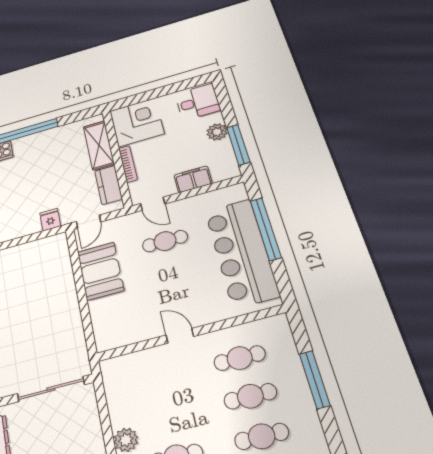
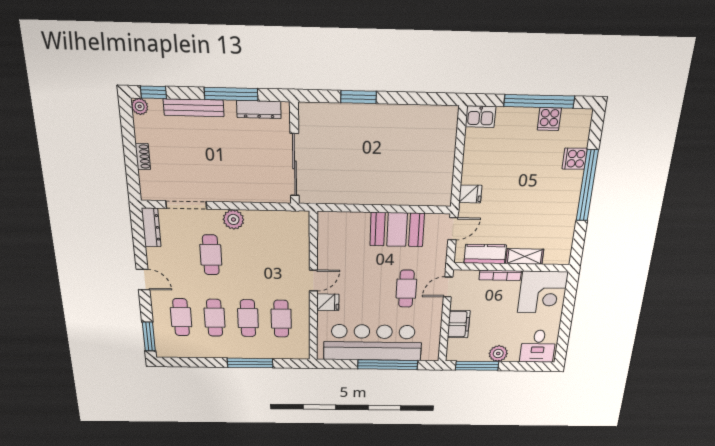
shelving: (99, 145) -> (525, 257), width x0.67, depth x0.75
door: (88, 222) -> (453, 229), swing flipped
fridge: (203, 313) -> (328, 302), added

